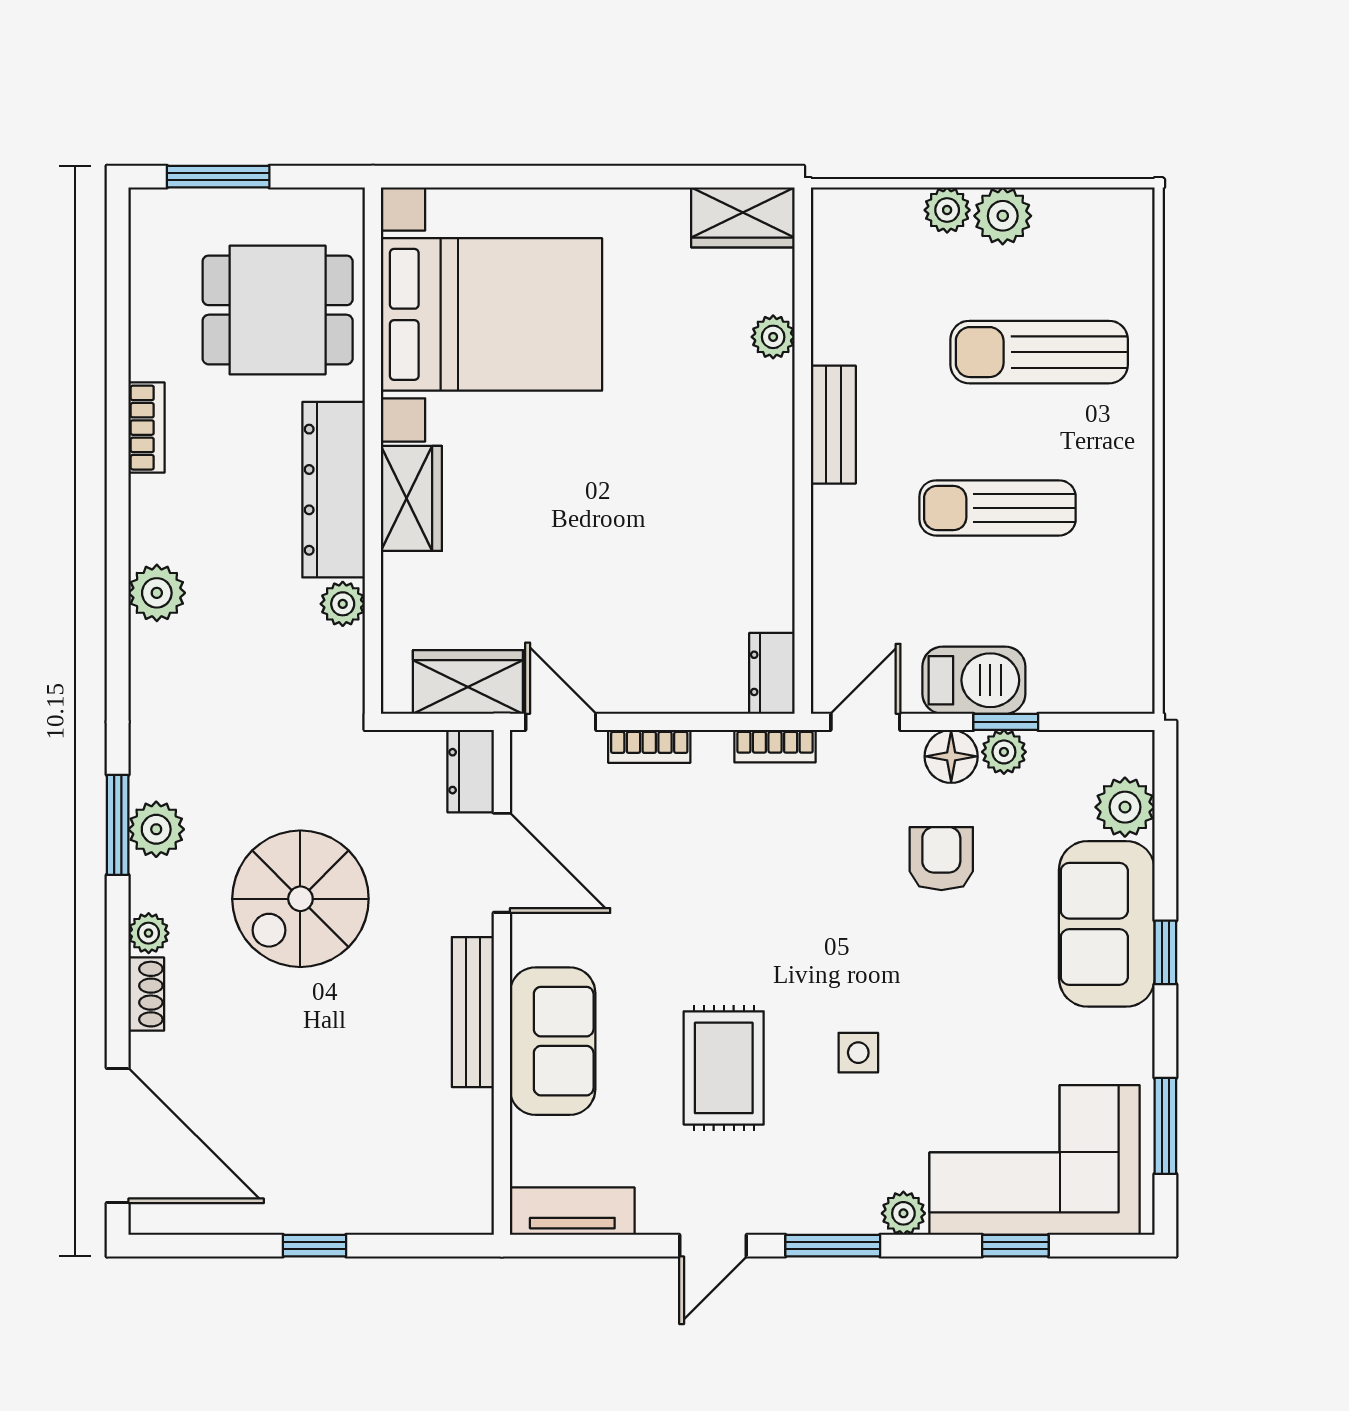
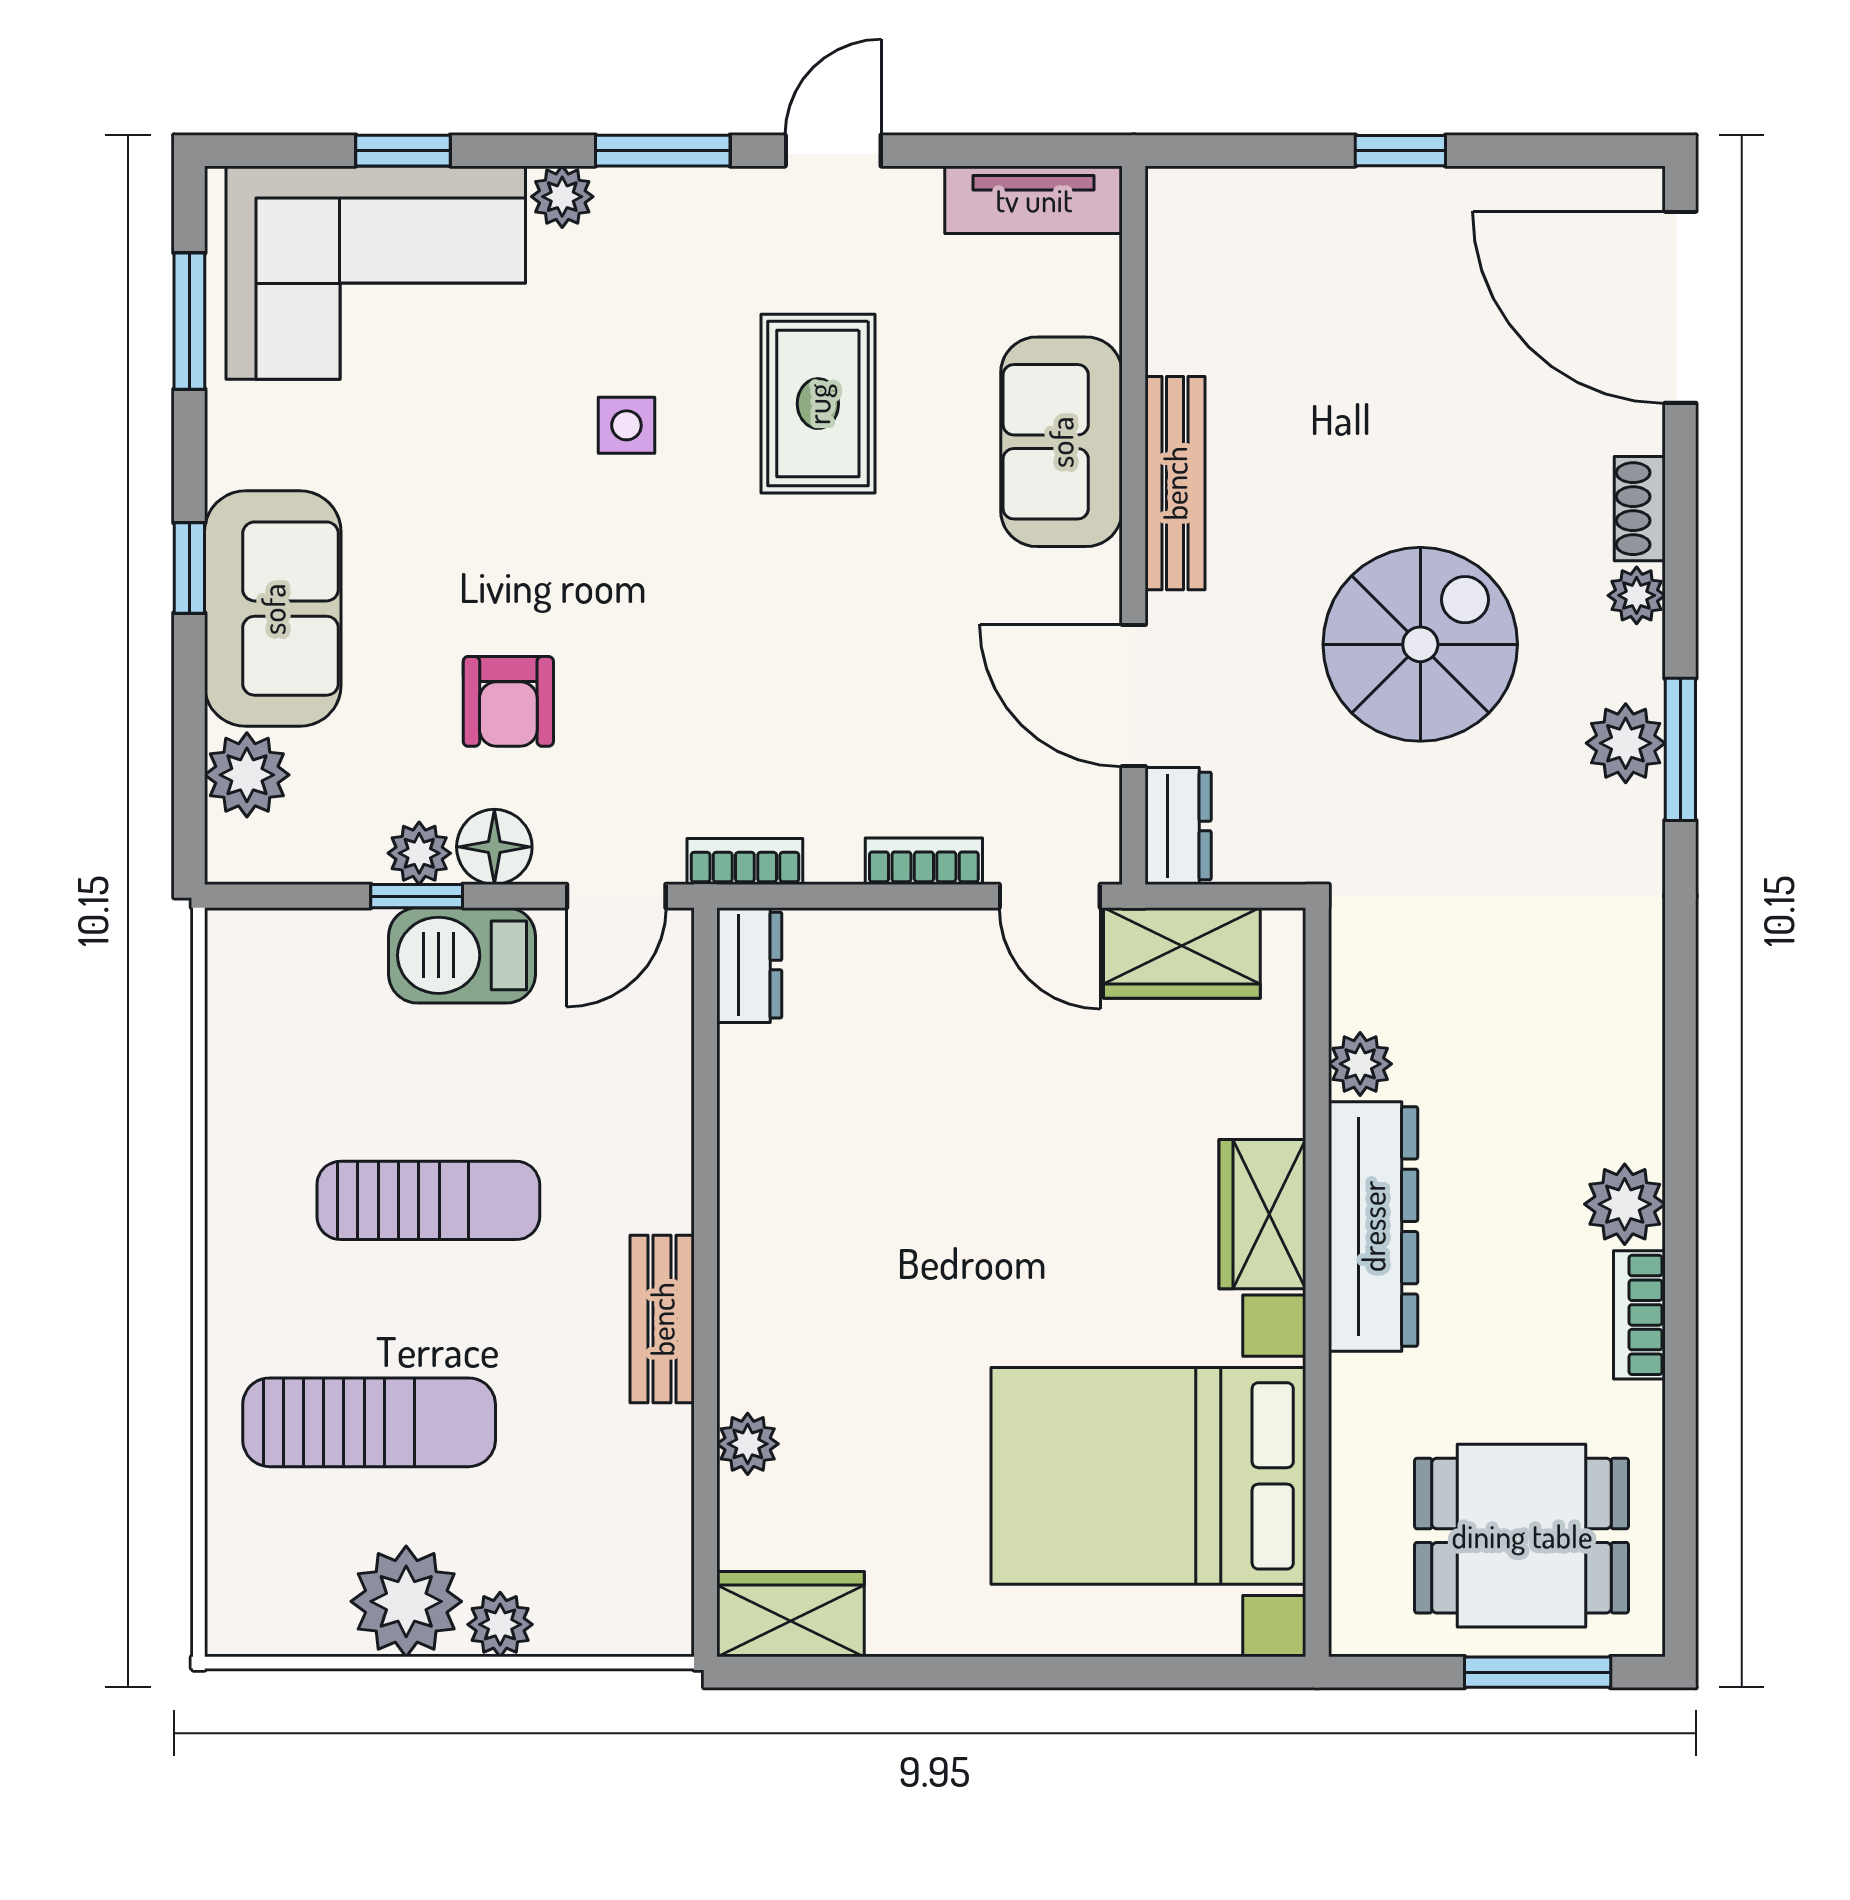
plant: (1003, 216) -> (406, 1601), width x1.36, depth x1.36
dining table: (278, 310) -> (1522, 1536), moved
plant: (157, 593) -> (1625, 1204), moved

